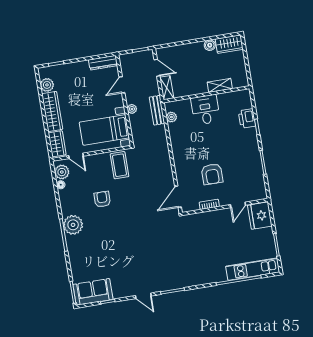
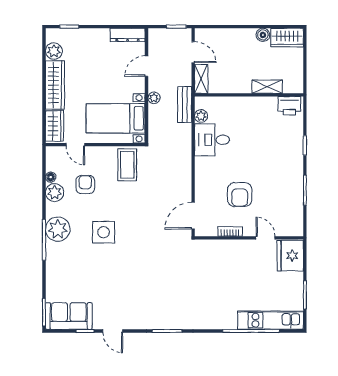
desk: (205, 110) -> (212, 140), moved, turned -90
printer: (247, 118) -> (289, 106), moved, turned -90
plant: (62, 172) -> (55, 193), moved
armchair: (102, 199) -> (85, 184), moved
door: (238, 205) -> (265, 238), swing flipped
side table: (110, 221) -> (104, 232), added
door: (143, 296) -> (113, 331), moved

